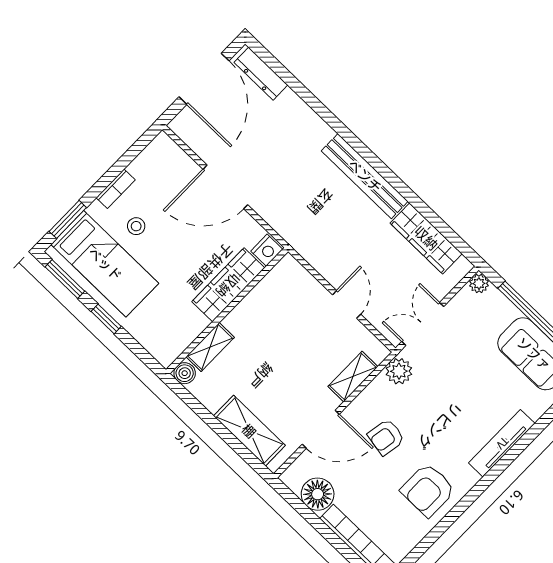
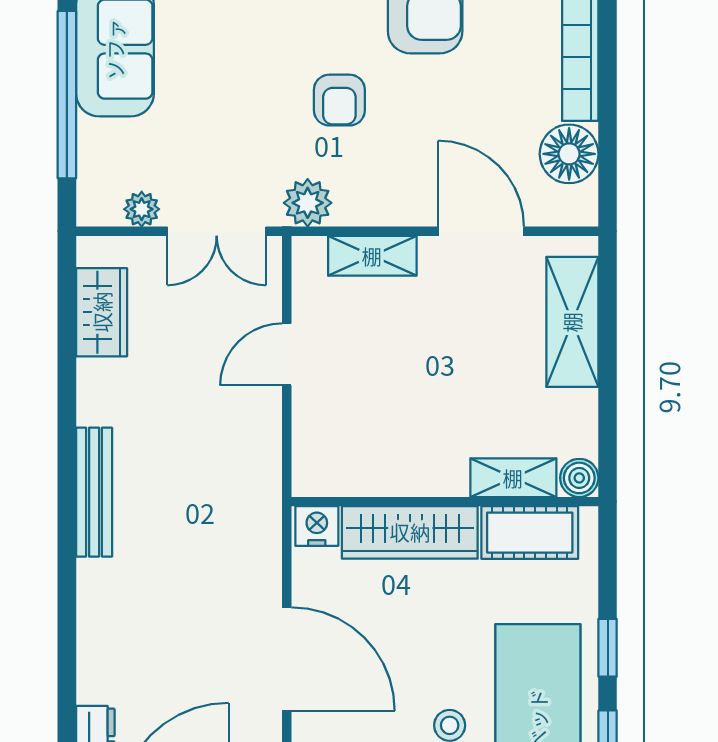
bench: (365, 176) -> (94, 492), width x0.73, depth x0.82
wardrobe: (426, 238) -> (102, 312), width x0.67
plant: (479, 284) -> (142, 209), moved
cot: (182, 332) -> (530, 533), added
armchair: (386, 437) -> (339, 100), moved, turned 80

